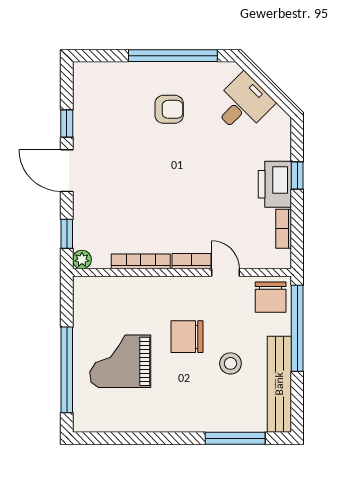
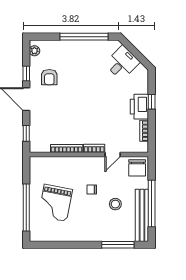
armchair: (169, 109) -> (49, 77), moved, turned 90
plant: (82, 260) -> (34, 51), moved
door: (225, 272) -> (113, 154), swing flipped
window: (297, 328) -> (152, 203), moved
chair: (187, 337) -> (92, 189), width x0.54, depth x0.54
grand piano: (120, 361) -> (55, 203), turned -79

